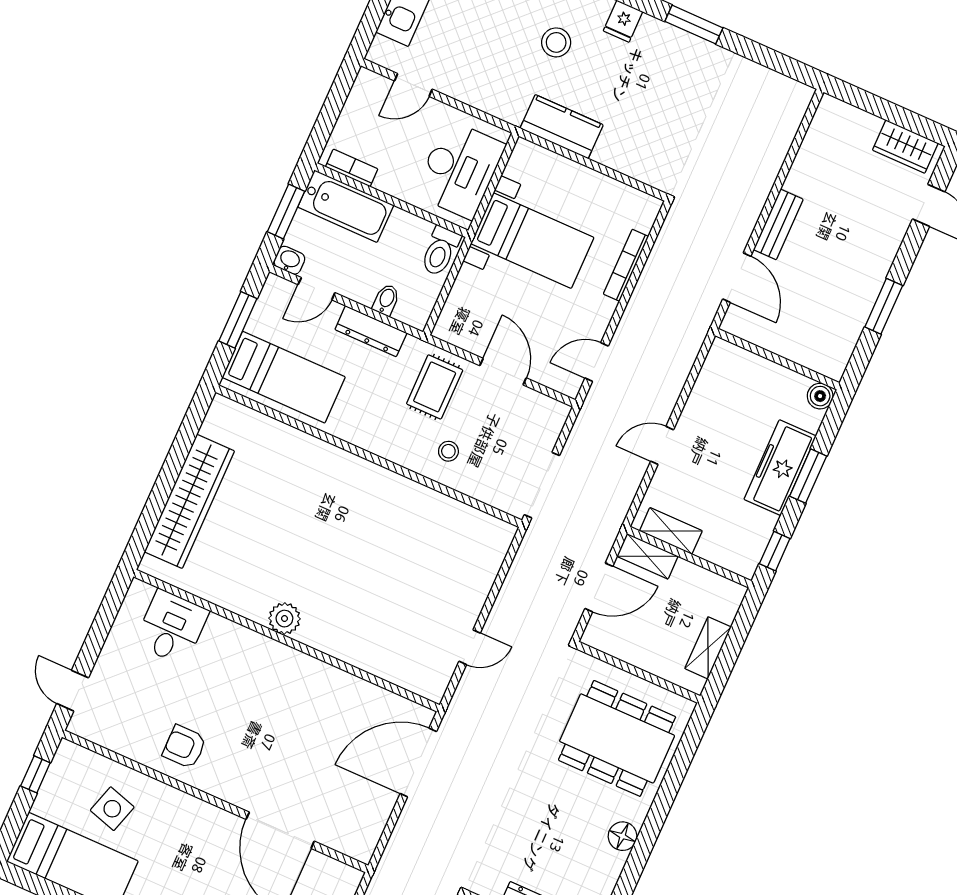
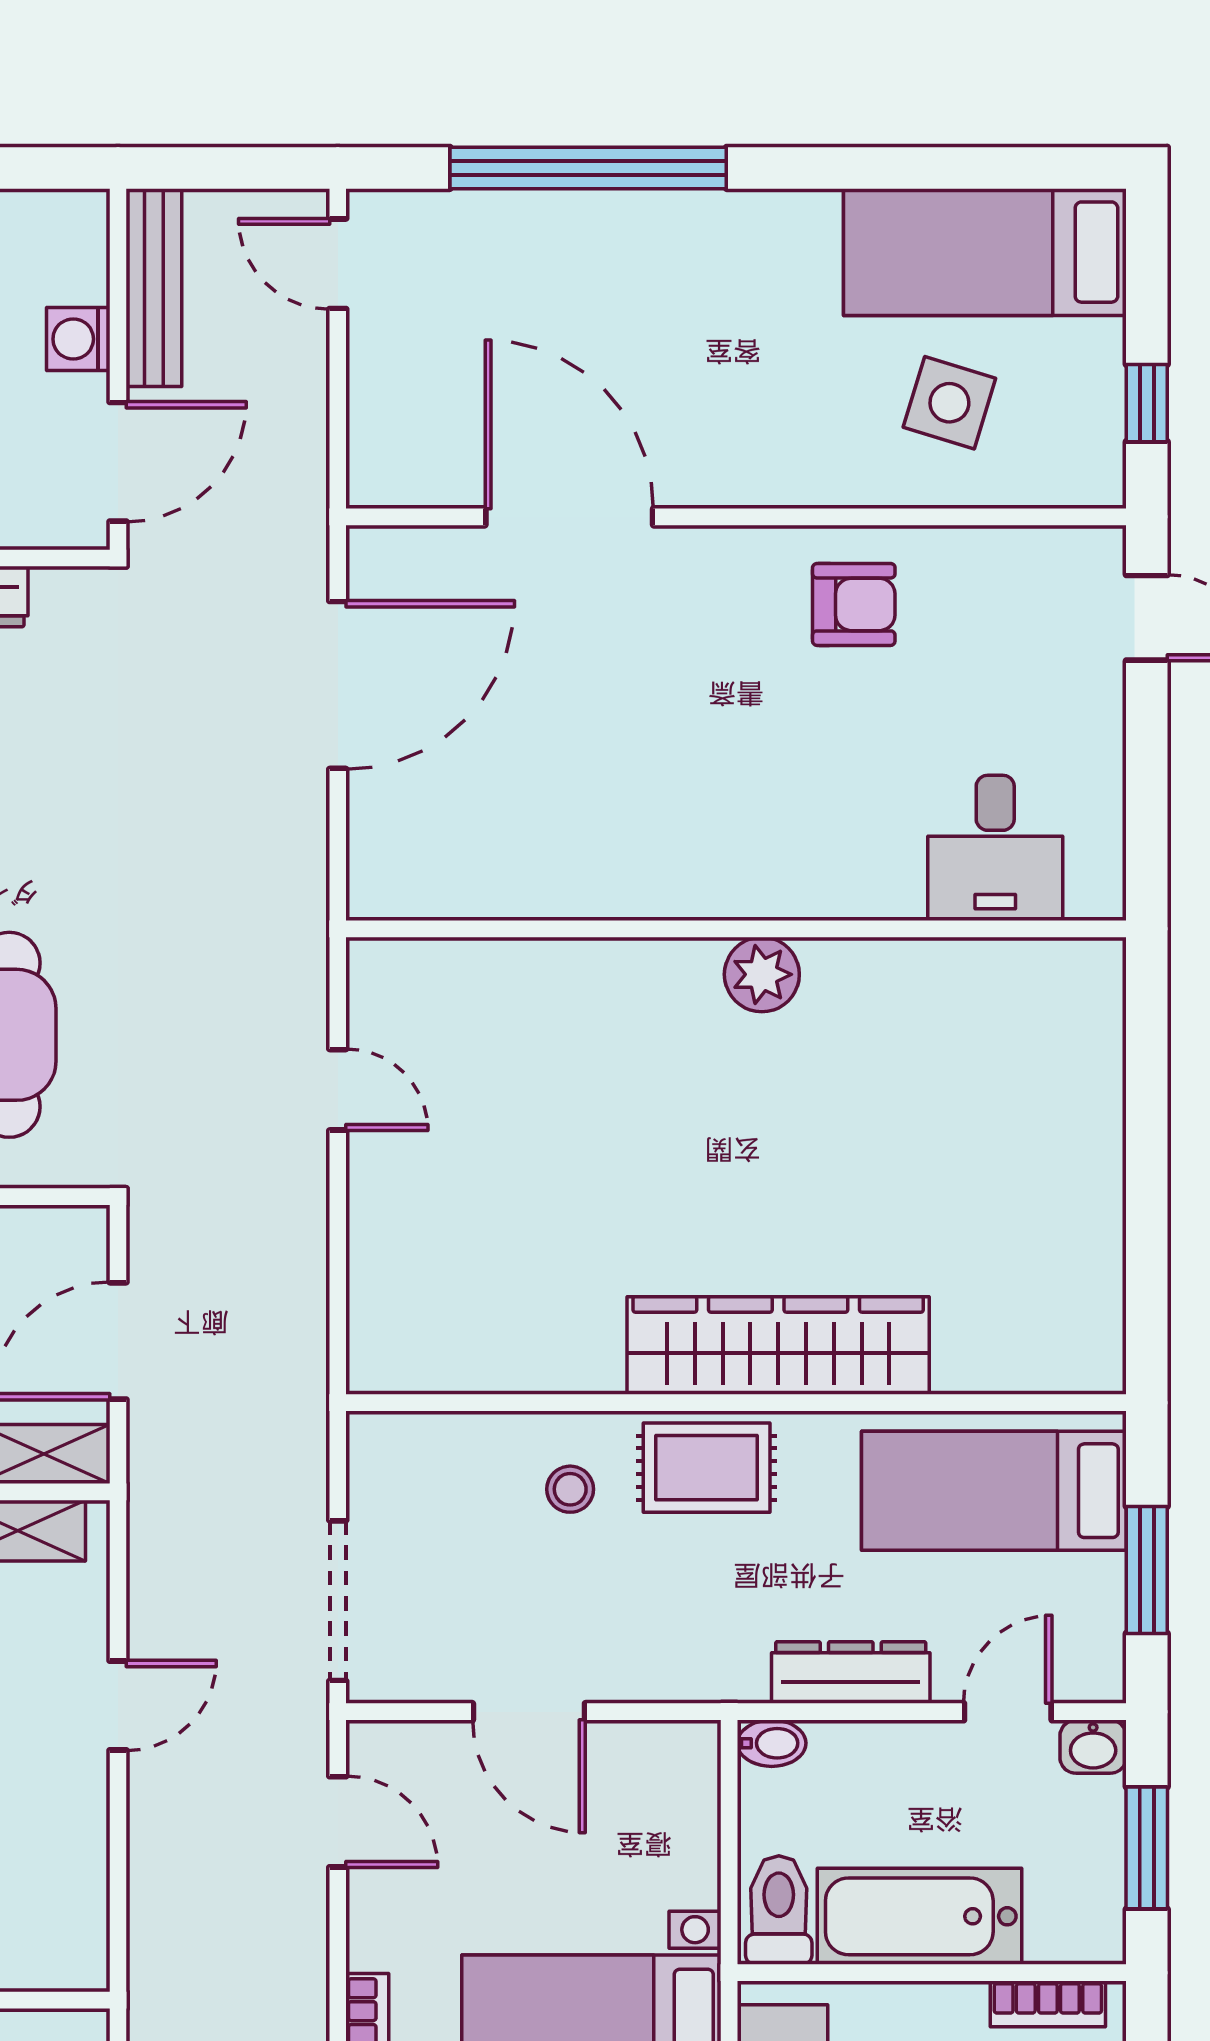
bathtub: (346, 206) -> (919, 1916), moved
bidet: (386, 300) -> (772, 1743), moved, turned -90
door: (597, 362) -> (338, 1822), hinge flipped
rug: (435, 387) -> (707, 1468), moved, turned 90
doorway: (542, 485) -> (338, 1601), moved
wardrobe: (189, 501) -> (778, 1346), moved, turned 90
door: (470, 647) -> (338, 1090), swing flipped
door: (418, 762) -> (338, 685), moved

